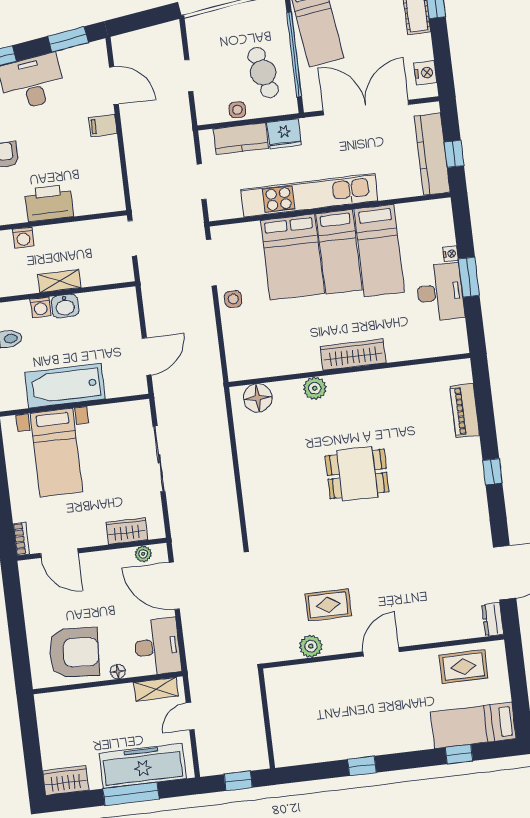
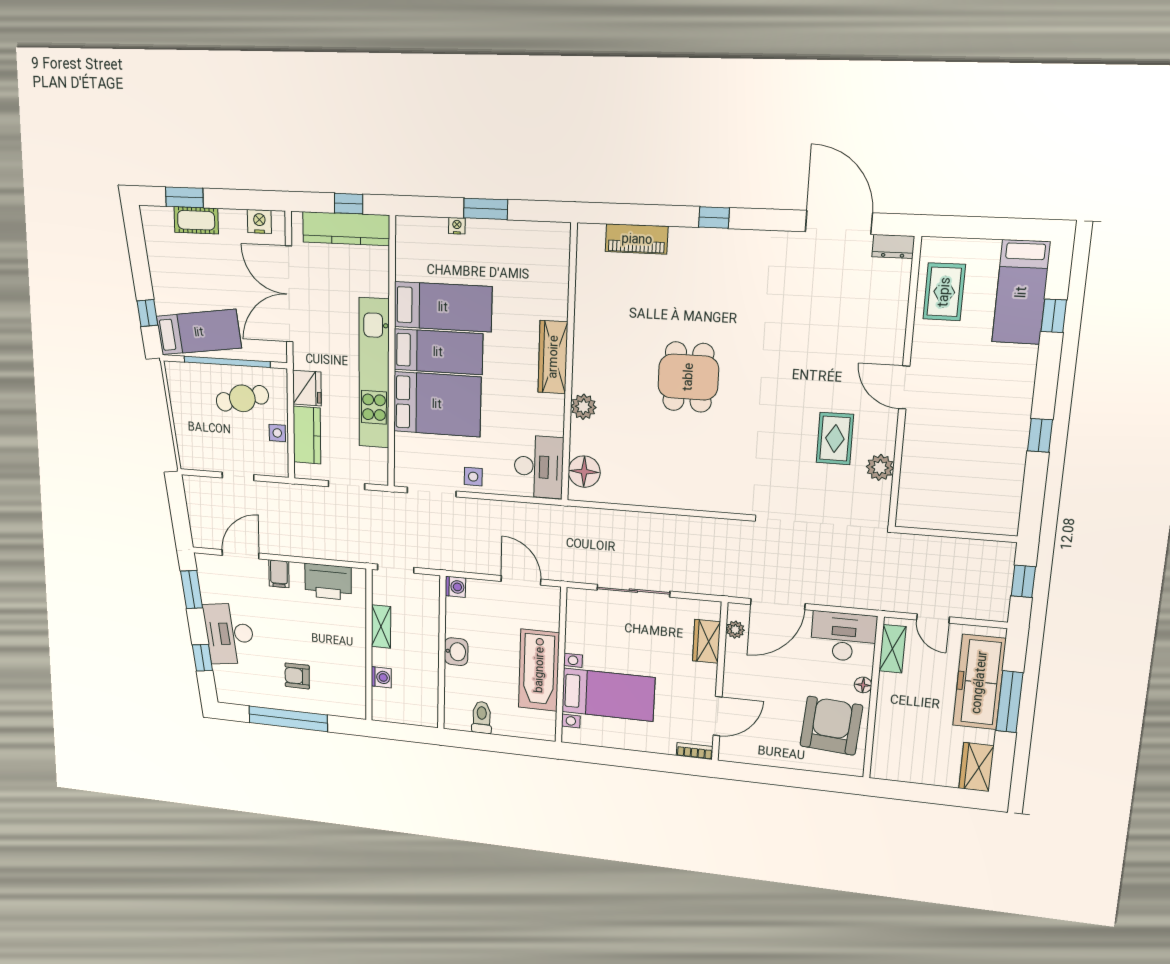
printer: (49, 203) -> (328, 582), moved, turned -90
shelving: (59, 281) -> (381, 627), moved
desk: (440, 292) -> (539, 467), moved, turned 90
washing machine: (41, 307) -> (455, 587), moved

